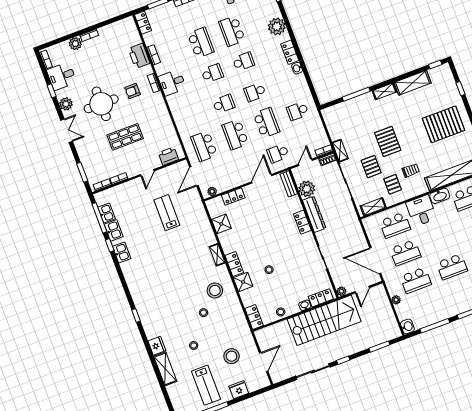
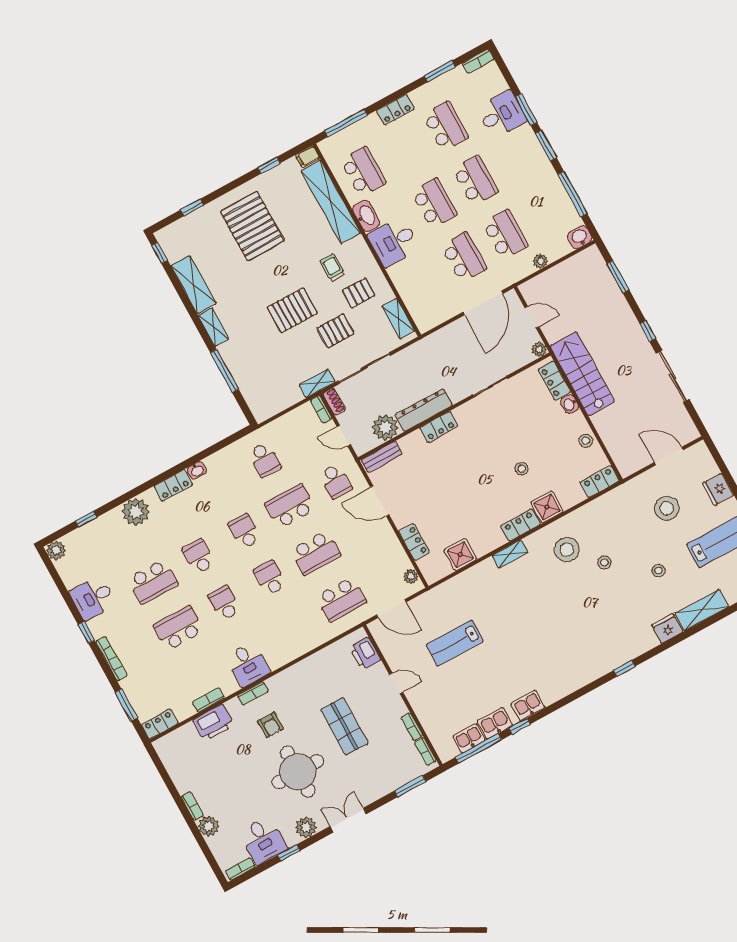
school desk: (255, 92) -> (244, 531), turned 180
school desk: (395, 225) -> (434, 203), moved
stairs: (324, 320) -> (582, 374), width x0.73, depth x0.66

